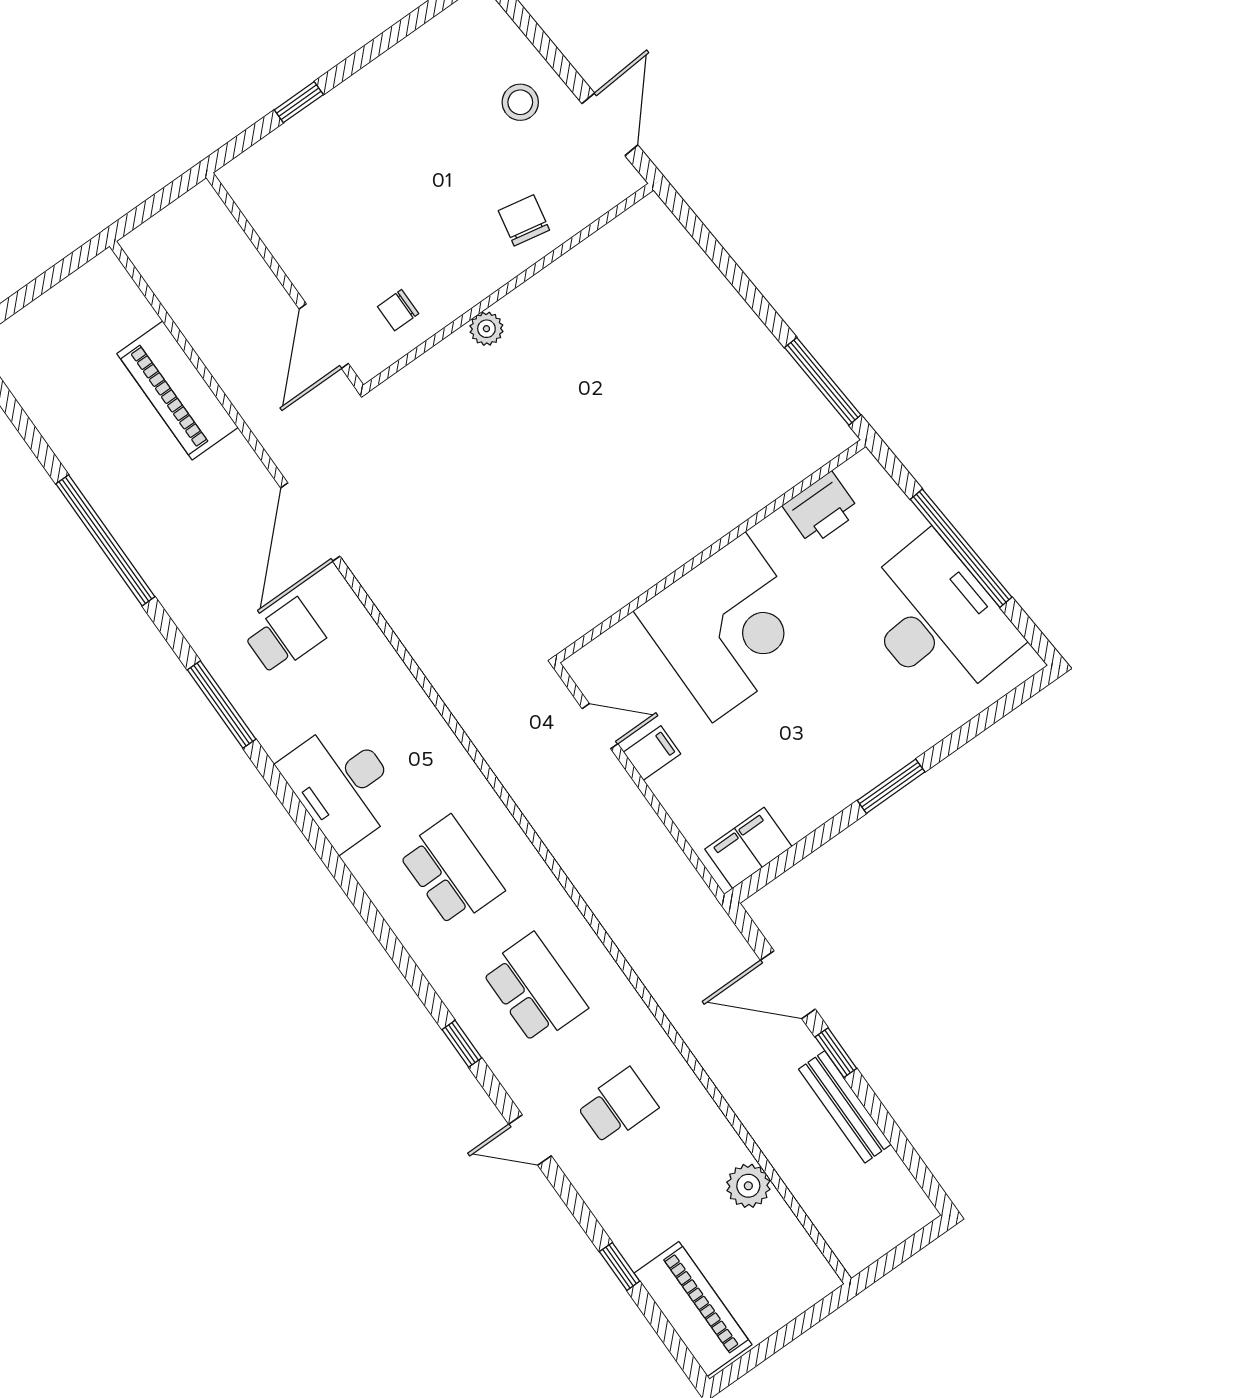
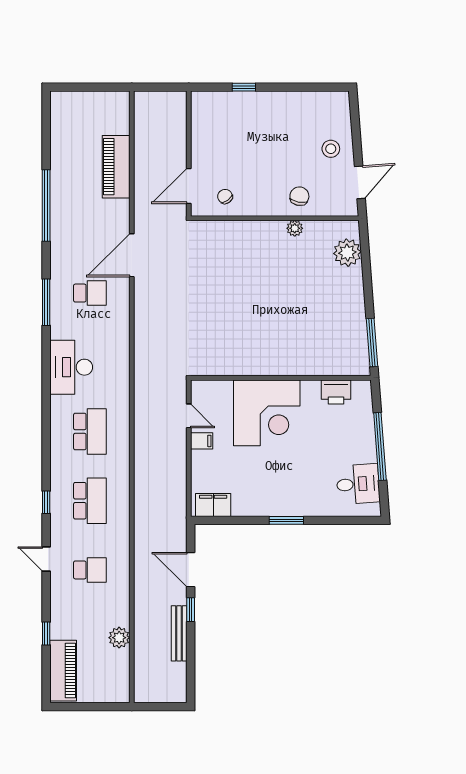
plant: (673, 259) -> (347, 253), added
chair: (398, 310) -> (225, 196), turned 54
plant: (486, 329) -> (295, 228), moved
desk: (936, 620) -> (358, 484), width x0.53, depth x0.77

